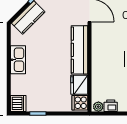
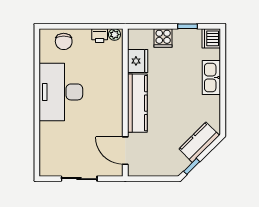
kitchen sink: (18, 60) -> (211, 77), moved
cooker: (80, 103) -> (163, 38), moved, turned 90

